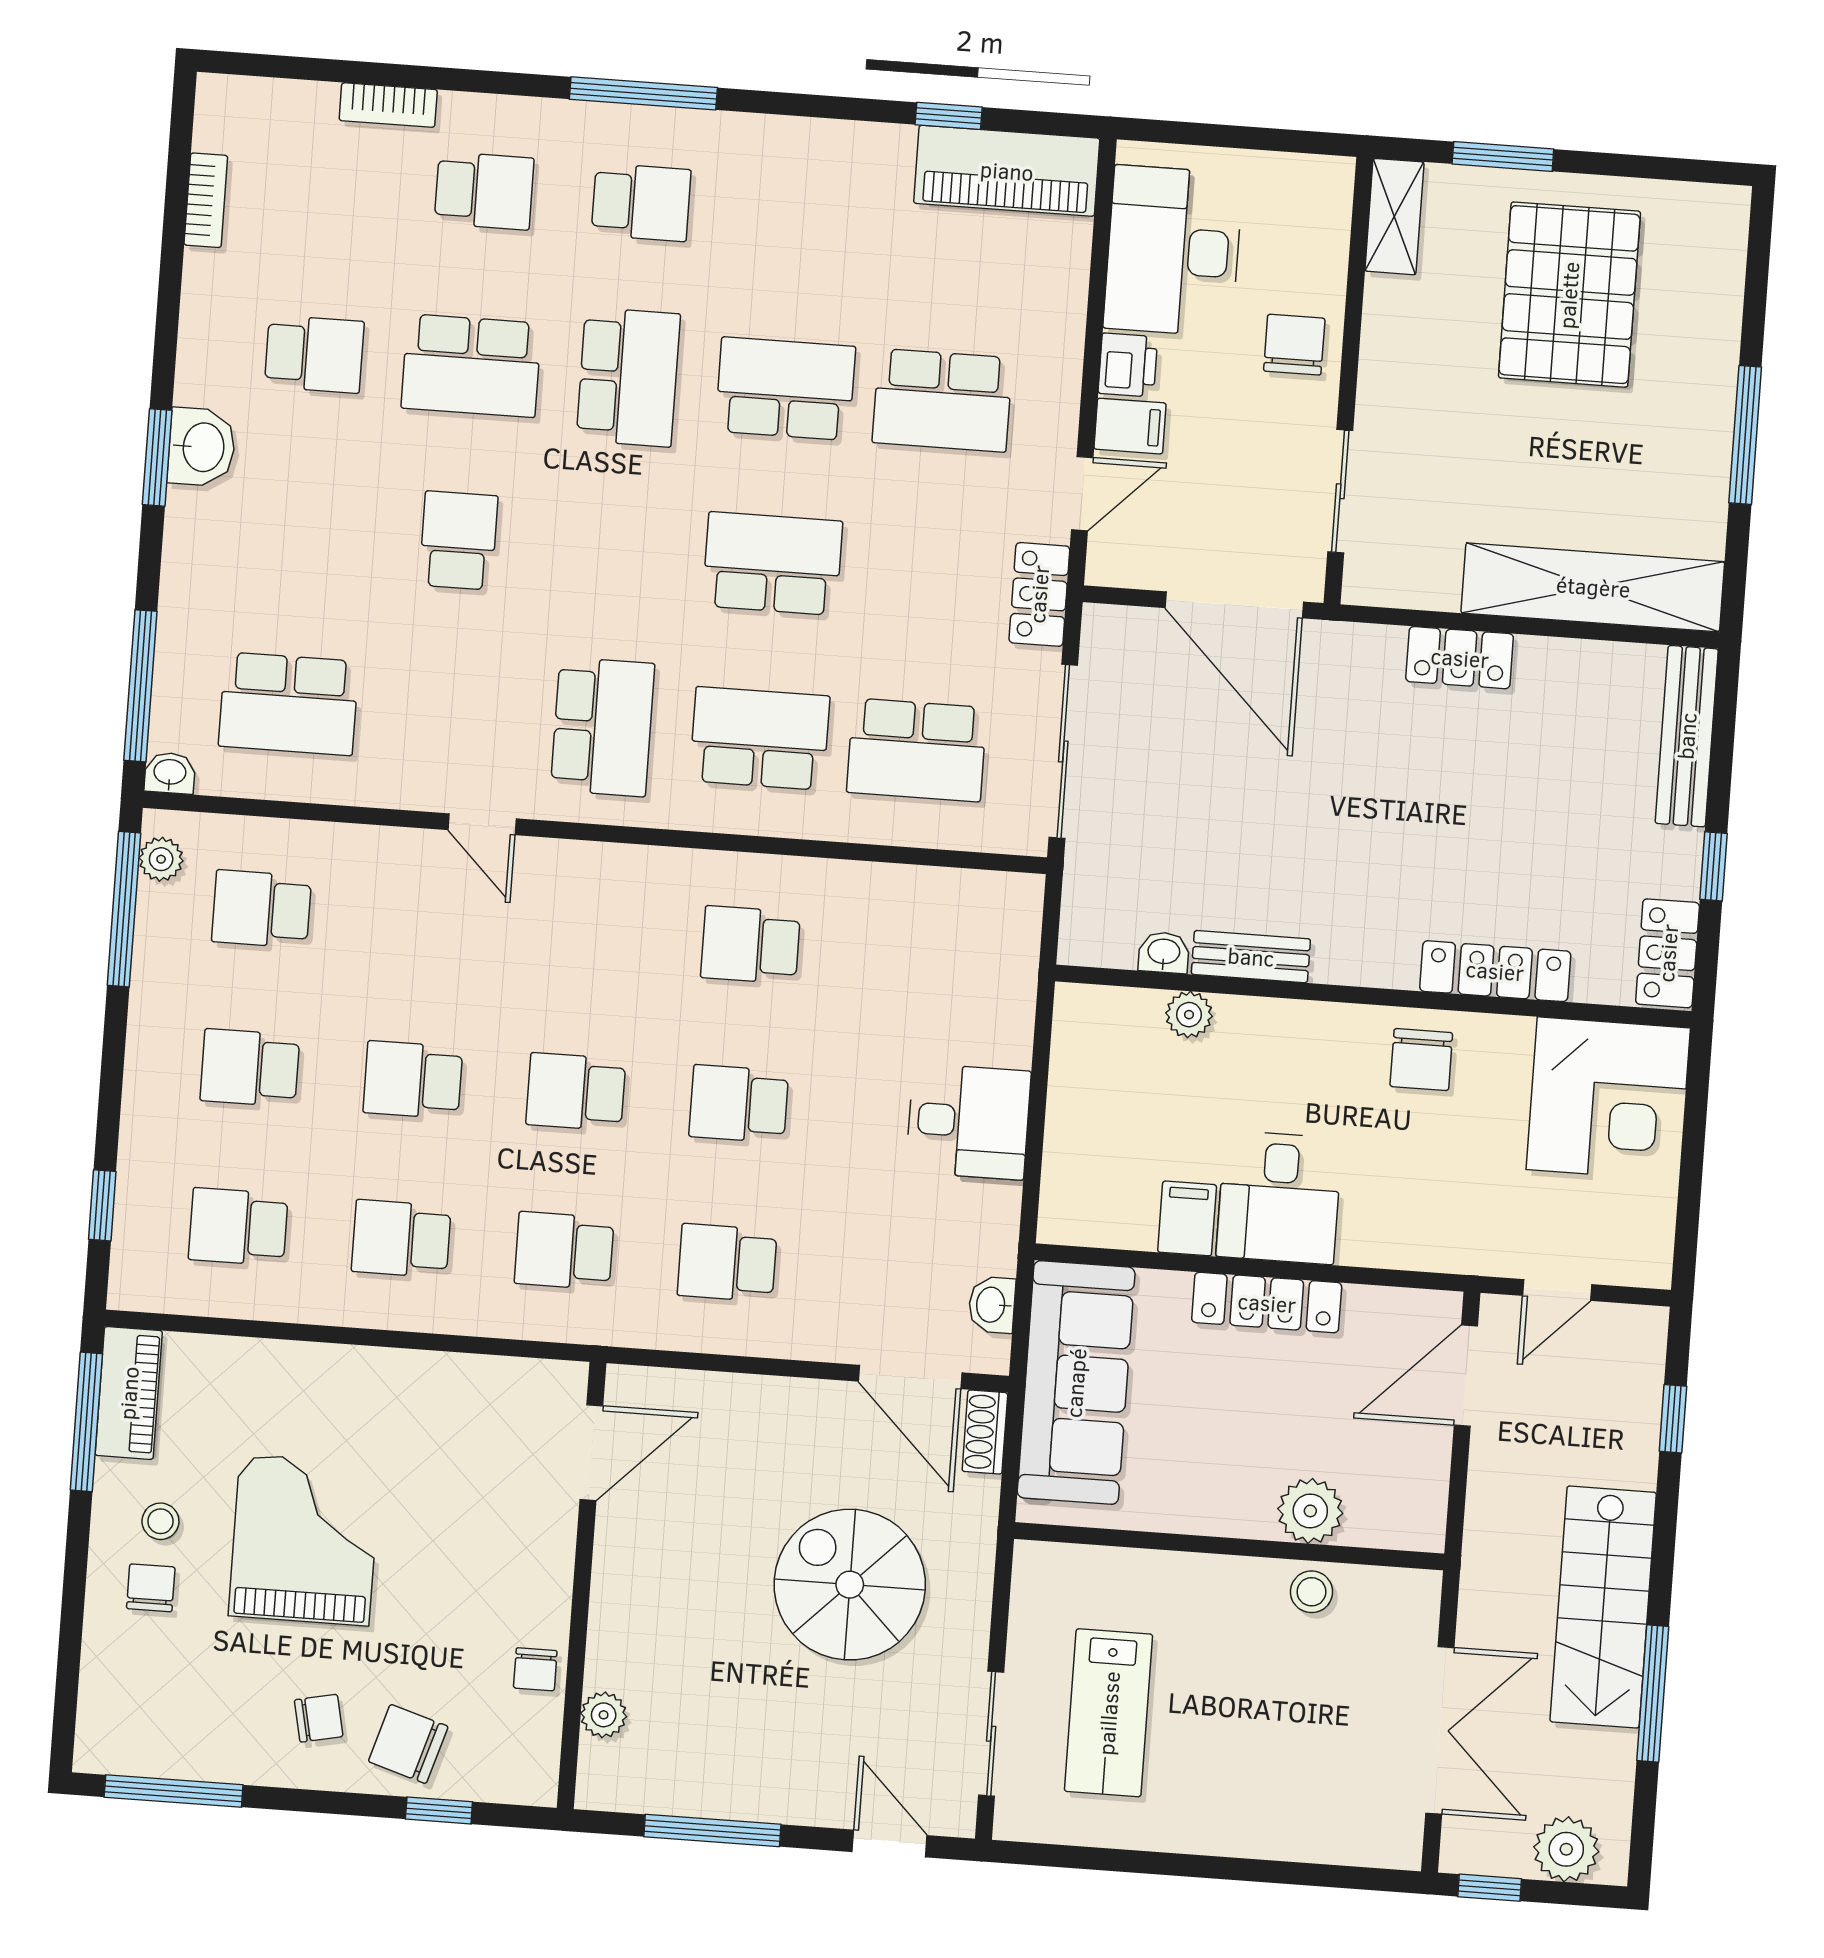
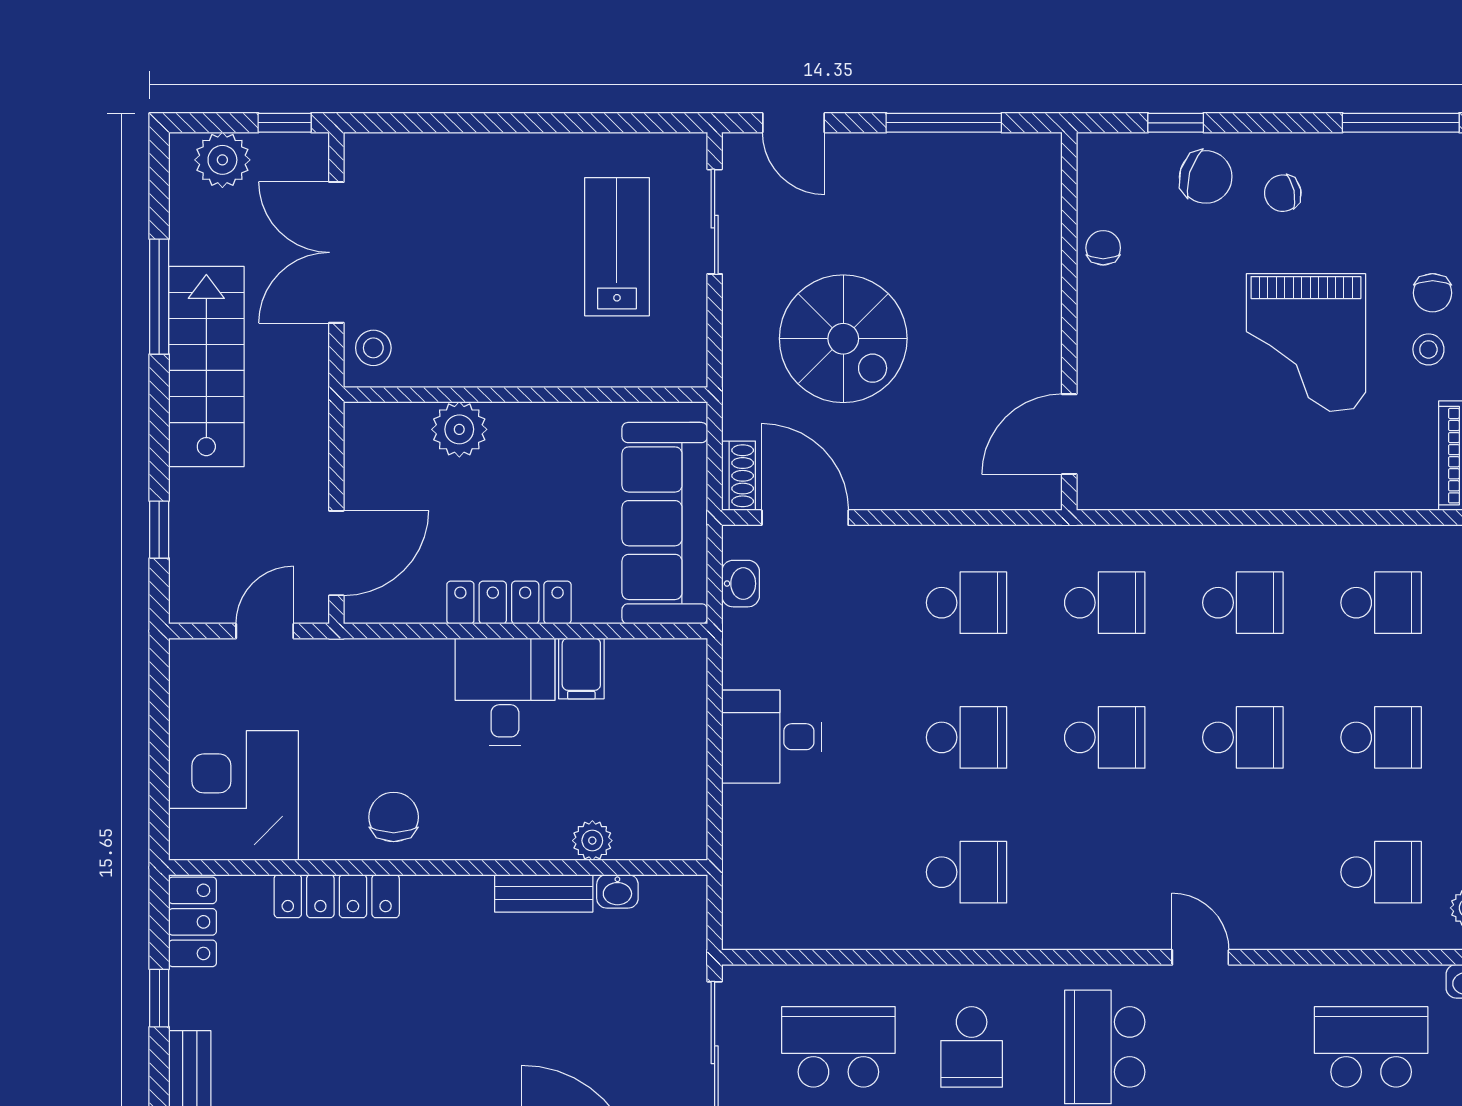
school desk: (760, 738) -> (972, 1047), width x0.54
stool: (1312, 1592) -> (373, 348), moved
plant: (604, 1715) -> (1043, 214), removed

